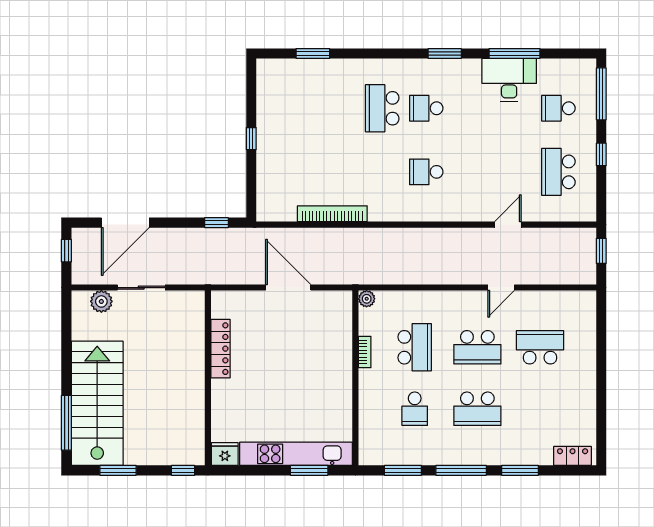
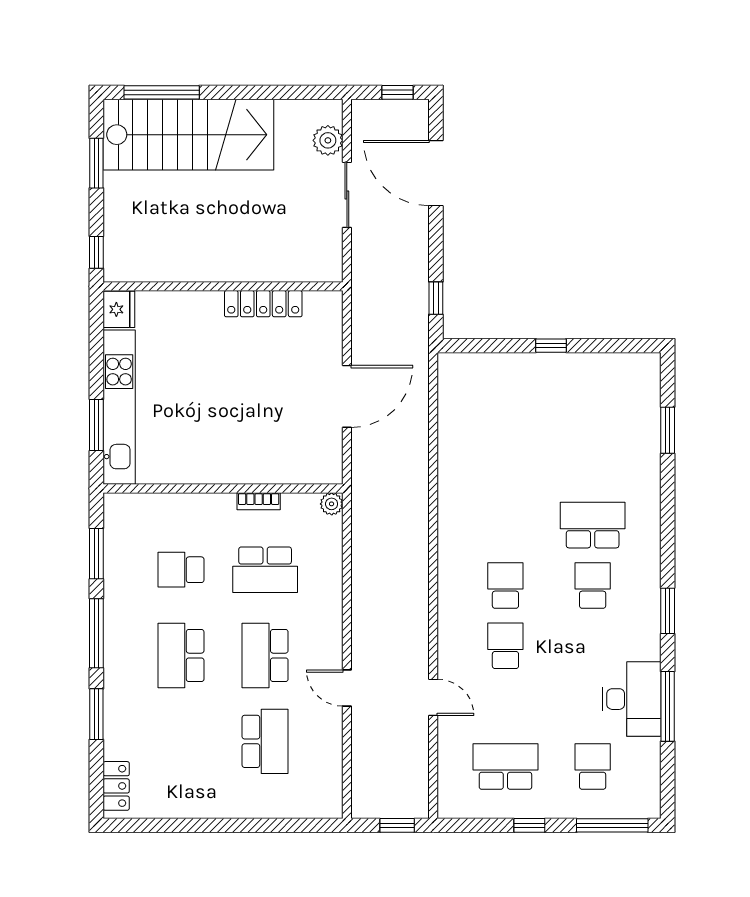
school desk: (470, 172) -> (505, 646), added
bookcase: (332, 214) -> (448, 457), removed

